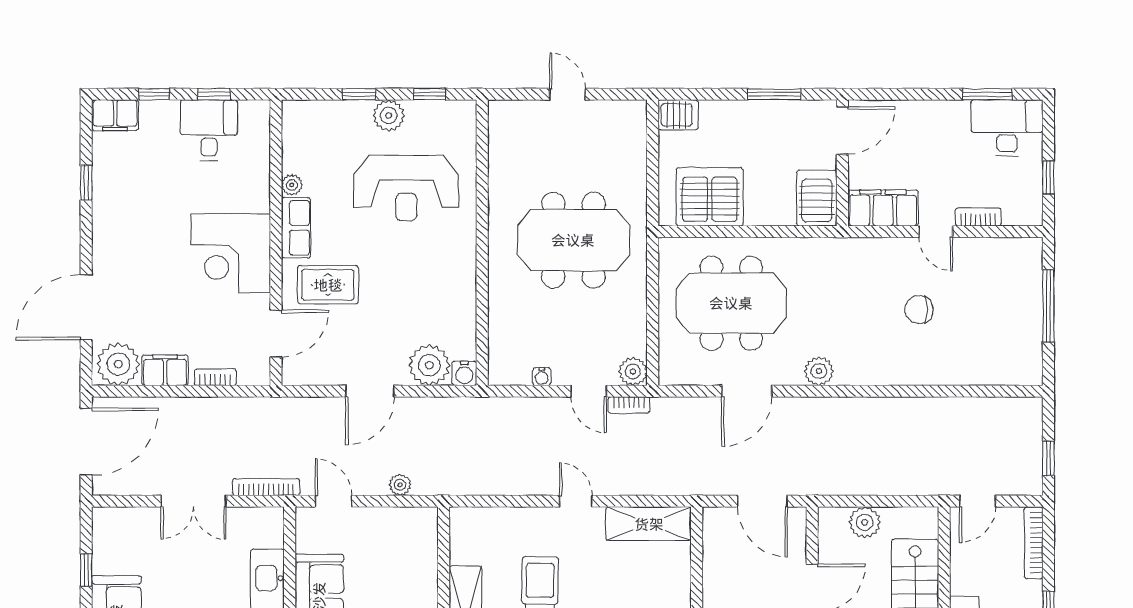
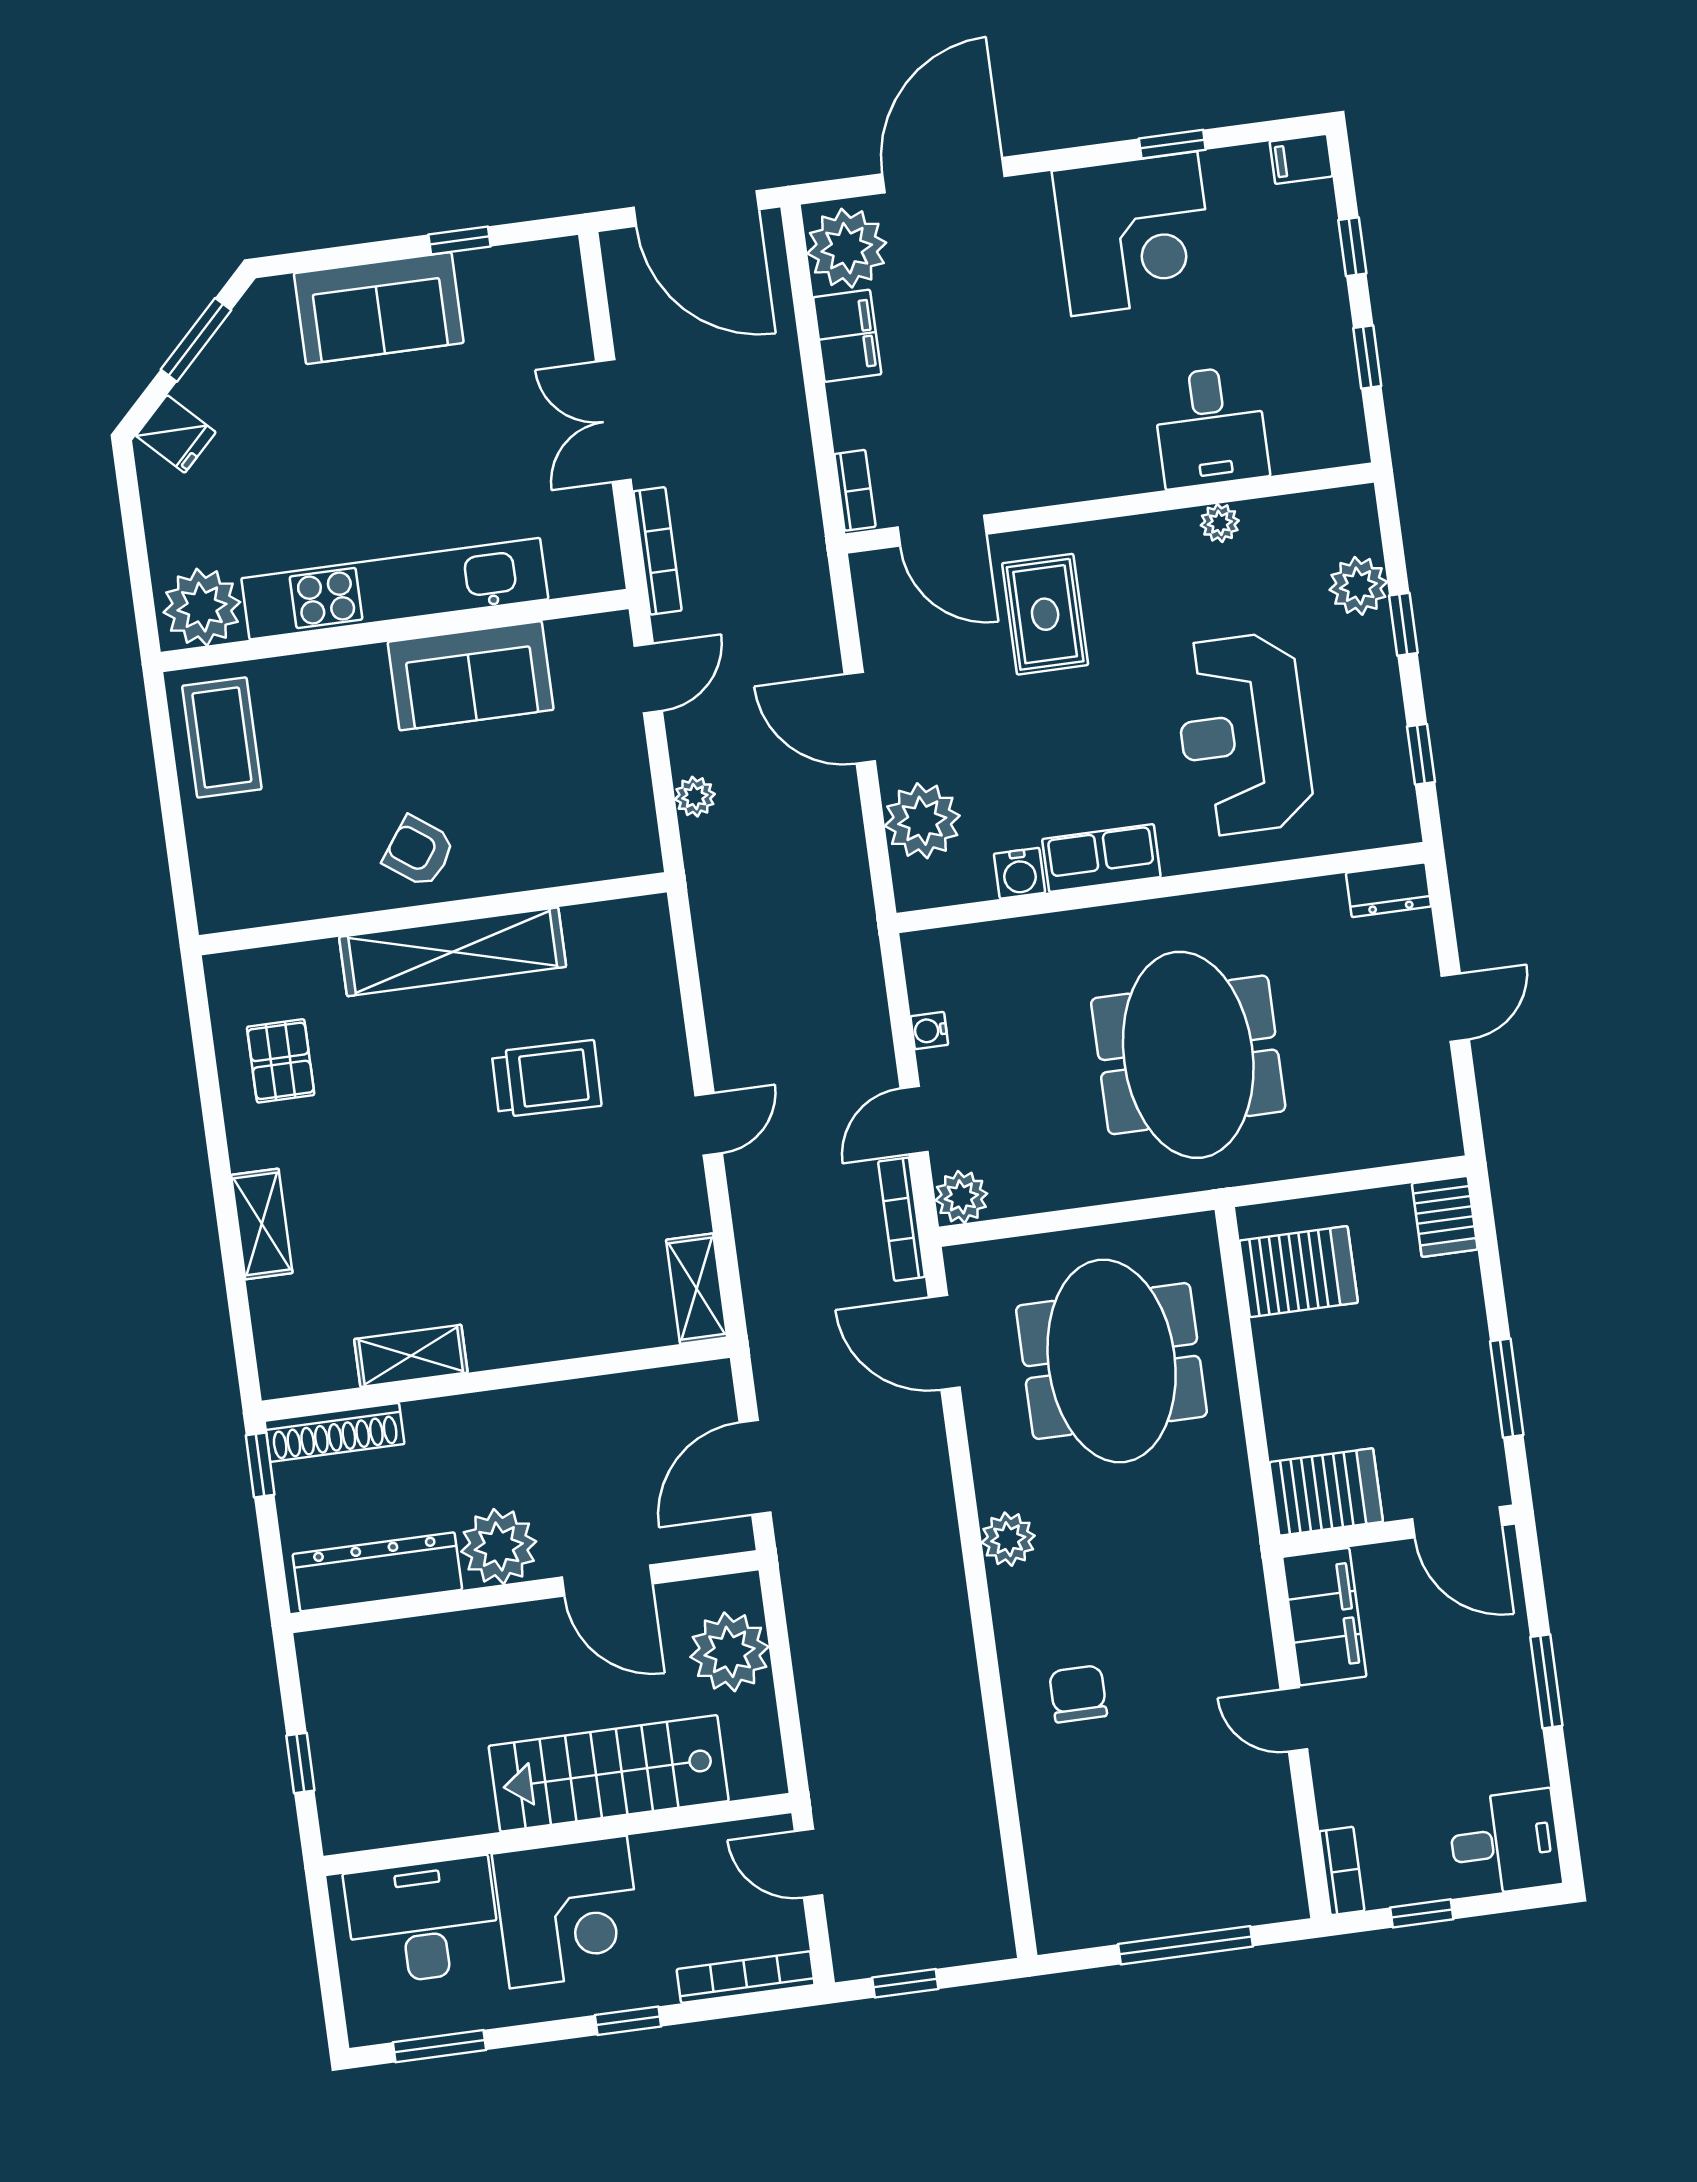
window: (987, 94) -> (1546, 1681), moved
filing cabinet: (115, 115) -> (1301, 159), width x0.50
plant: (389, 115) -> (1358, 586), moved
dresser: (500, 121) -> (1389, 890), added
desk: (1007, 128) -> (1505, 1843), width x0.73
desk: (209, 130) -> (1210, 427), moved, turned 90
server rack: (710, 197) -> (1299, 1272), width x0.62
bookcase: (978, 217) -> (1342, 1871), moved
row of seats: (296, 228) -> (1101, 858), moved, turned 180
door: (936, 232) -> (1294, 1719), hinge flipped
corner desk: (231, 253) -> (1134, 234), moved, turned 180
door: (86, 307) -> (944, 175), hinge flipped
chair: (919, 309) -> (1078, 1694), moved
water cooler: (464, 373) -> (1020, 873), moved, turned -90
bookcase: (215, 377) -> (855, 490), moved
door: (747, 391) -> (944, 1343), moved
bookcase: (629, 405) -> (902, 1219), width x1.56
plant: (865, 522) -> (730, 1652), width x1.36, depth x1.36
shelving: (649, 524) -> (697, 1289), width x0.67, depth x0.75

